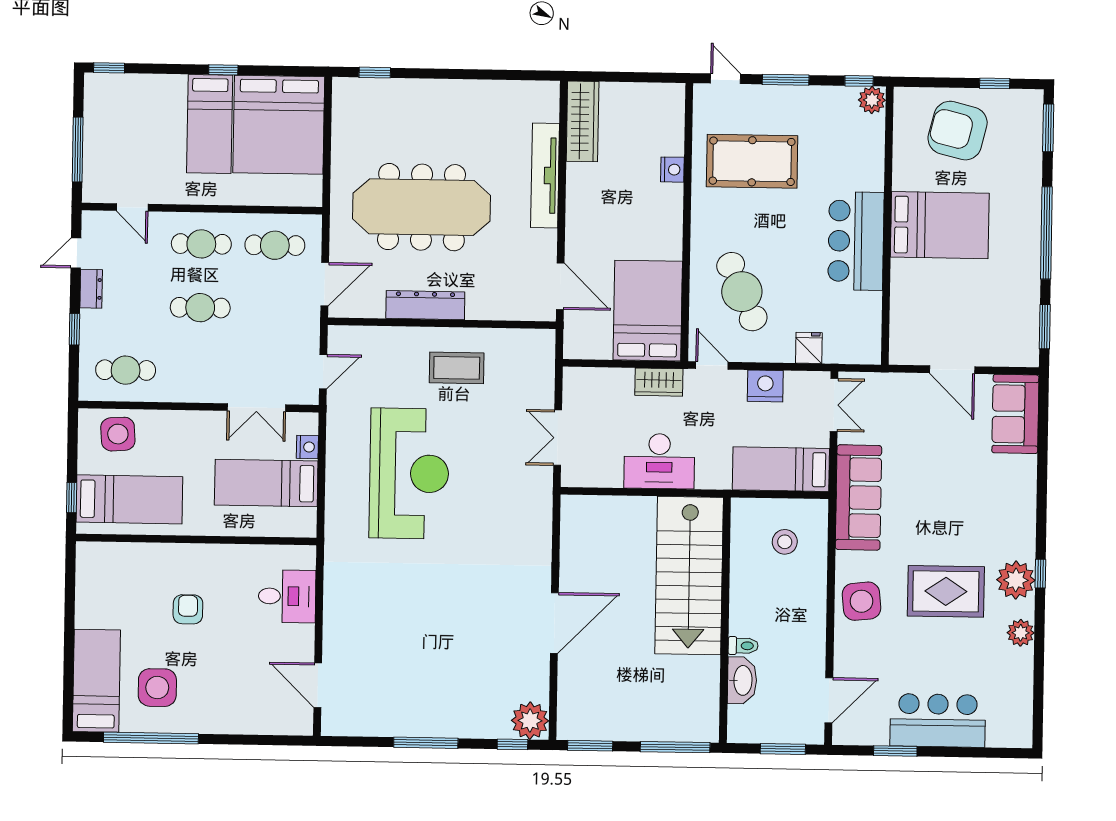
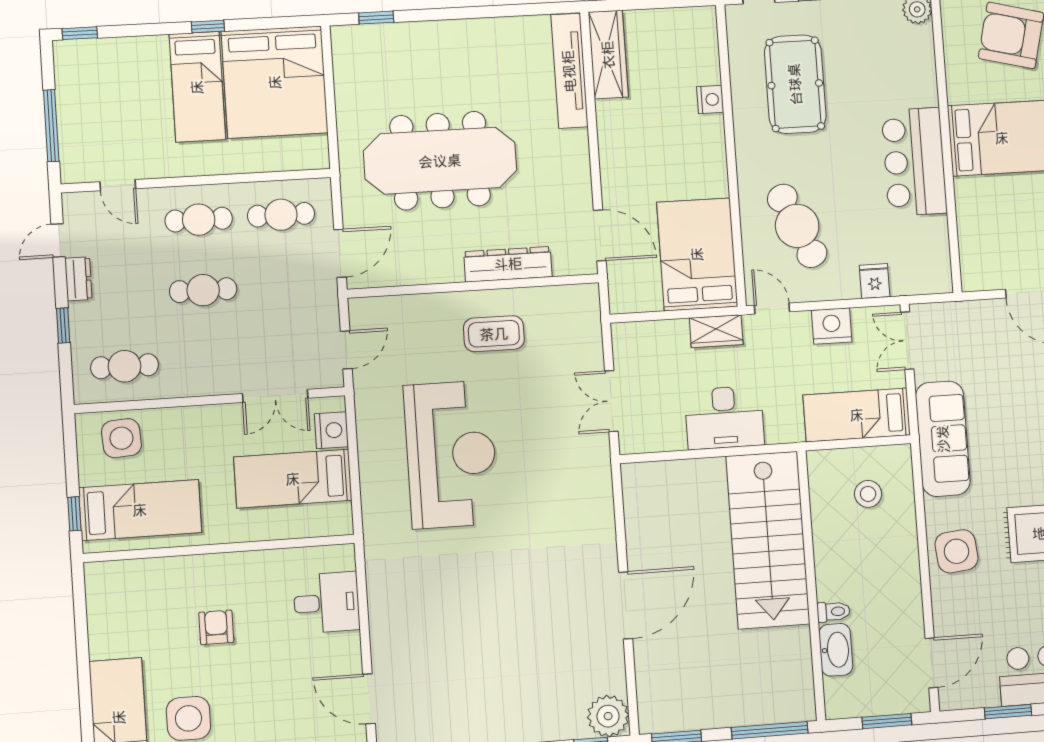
pool table: (752, 161) -> (795, 84), turned 90
tv unit: (545, 175) -> (569, 71), moved
dresser: (425, 305) -> (508, 264), moved
double door: (834, 405) -> (907, 341), swing flipped
nightstand: (307, 447) -> (331, 430), width x1.36, depth x1.33

